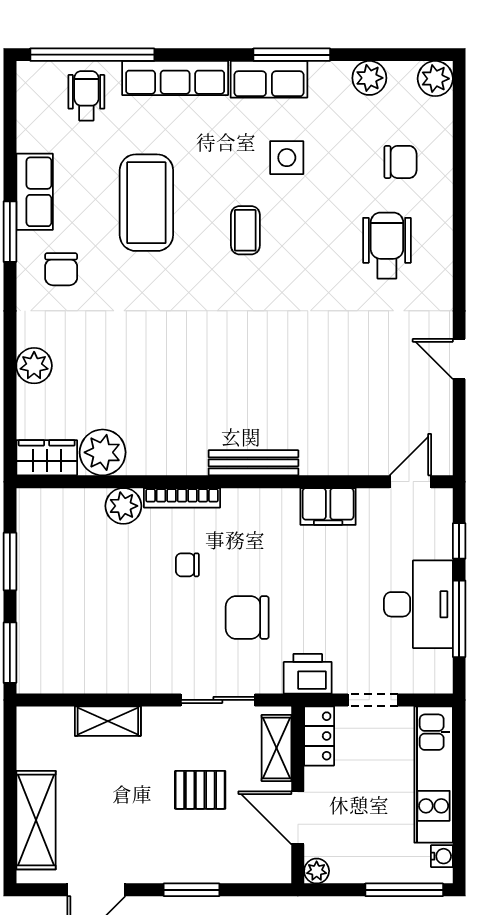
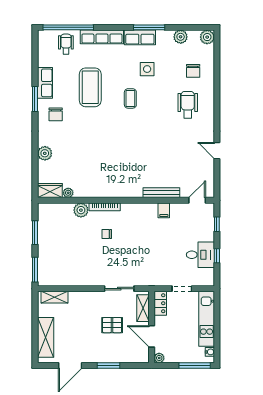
chair: (400, 162) -> (193, 71), turned 90
plant: (103, 452) -> (68, 193), width x0.53, depth x0.53
bench: (253, 463) -> (161, 193), moved
filing cabinet: (328, 506) -> (164, 210), width x0.50
desk: (418, 604) -> (200, 255), width x0.73
chair: (247, 618) -> (131, 255), removed
window: (459, 619) -> (217, 256), width x0.46
printer: (308, 674) -> (156, 278), removed
shelving: (108, 721) -> (55, 297), moved

